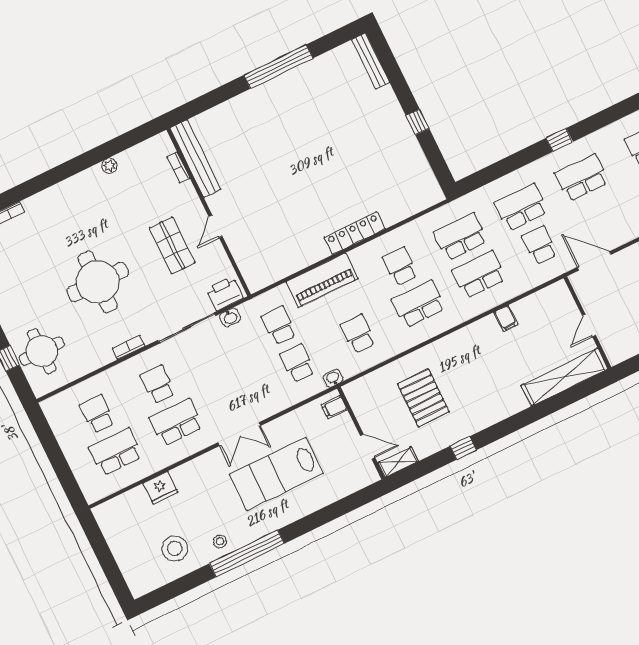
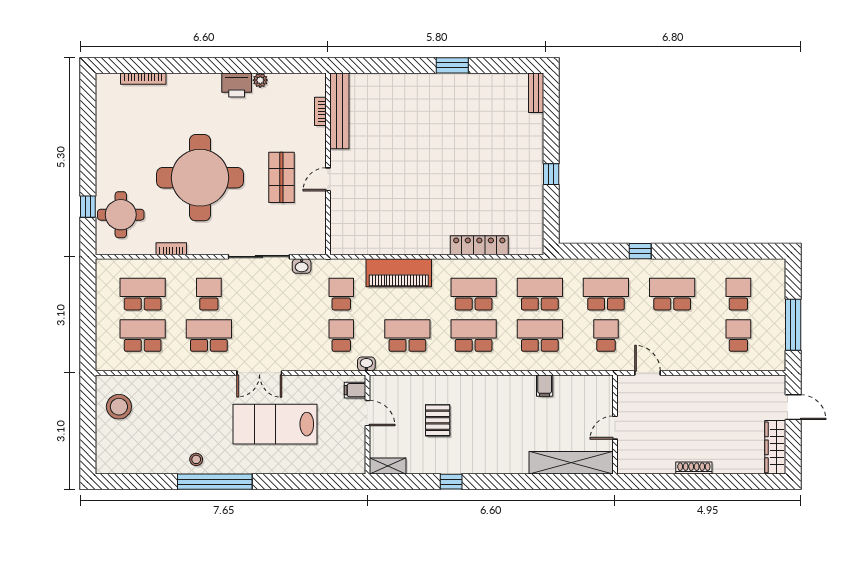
bench: (371, 61) -> (536, 93), width x0.73
window: (278, 67) -> (452, 65), width x0.47
window: (559, 140) -> (640, 251), moved
locker: (355, 233) -> (479, 245), moved
door: (594, 261) -> (648, 373), width x0.73
school desk: (400, 266) -> (474, 294), width x1.85
round table: (98, 282) -> (200, 178), width x1.36, depth x1.36
printer: (225, 294) -> (237, 85), moved, turned 180
school desk: (358, 334) -> (407, 335), width x1.85
bookcase: (129, 347) -> (171, 249), moved
pallet: (423, 398) -> (438, 420), width x0.67, depth x0.71
school desk: (97, 414) -> (143, 294), width x1.85
door: (368, 447) -> (367, 413), moved
fridge: (160, 488) -> (167, 386), removed
stool: (175, 549) -> (119, 407), moved

